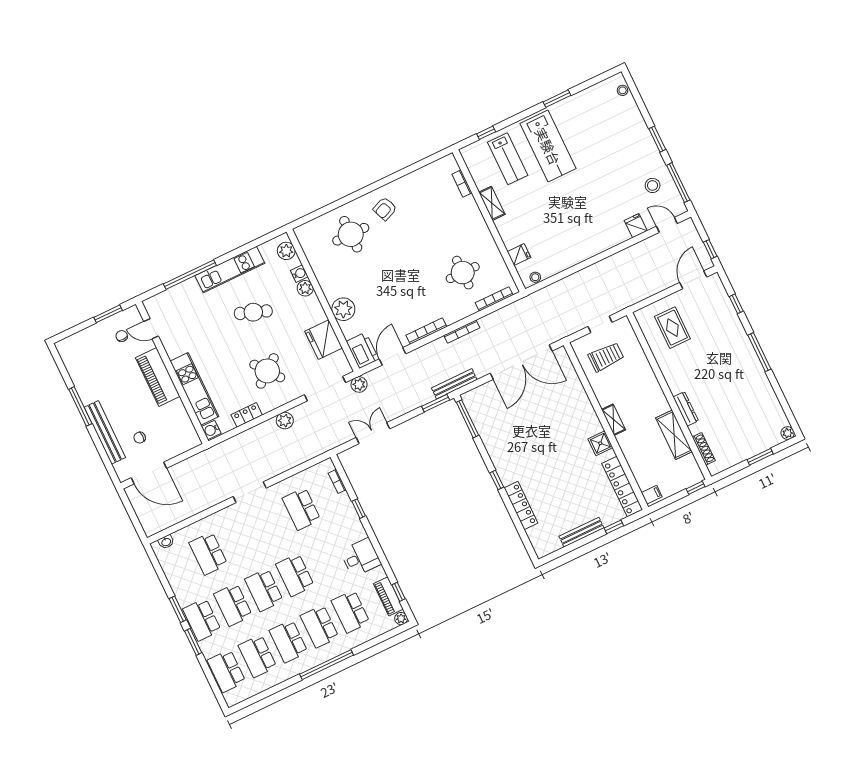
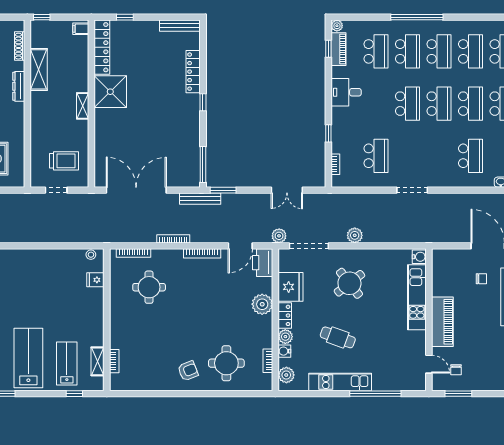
shelving: (492, 203) -> (98, 361), moved
bookcase: (311, 256) -> (268, 361), added
trolley: (606, 357) -> (64, 161), turned 180
locker: (247, 415) -> (285, 315), moved, turned -90
shower: (600, 443) -> (110, 92), width x1.86, depth x1.86
bench: (582, 532) -> (180, 26), moved

